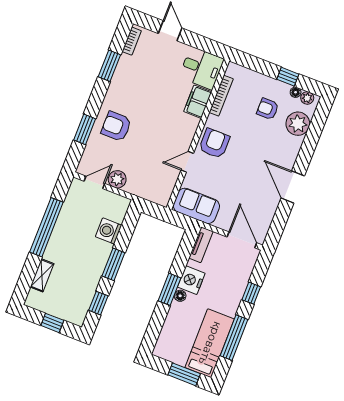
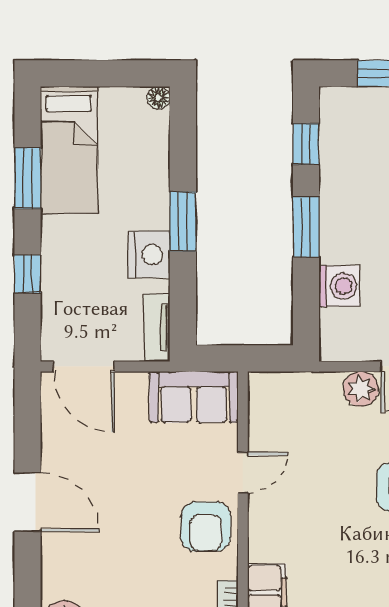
floor lamp: (180, 296) -> (159, 98), moved
window: (234, 338) -> (27, 178), width x0.69
window: (184, 374) -> (94, 73), removed

